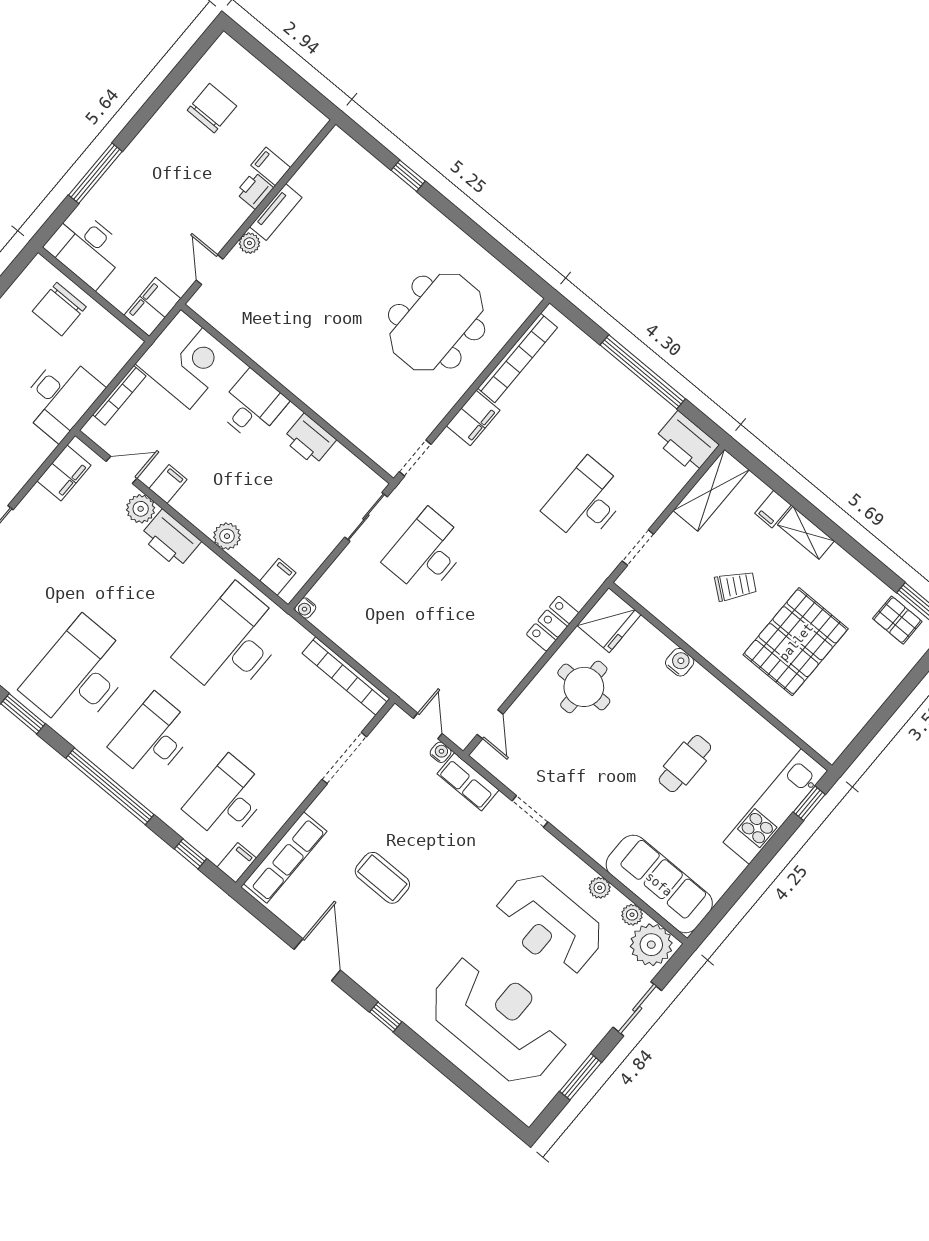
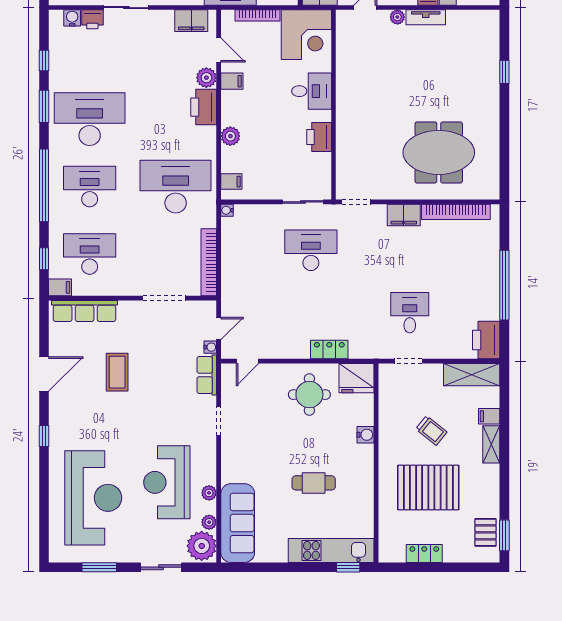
desk: (586, 501) -> (410, 313), width x0.73
locker: (864, 707) -> (424, 554), added

